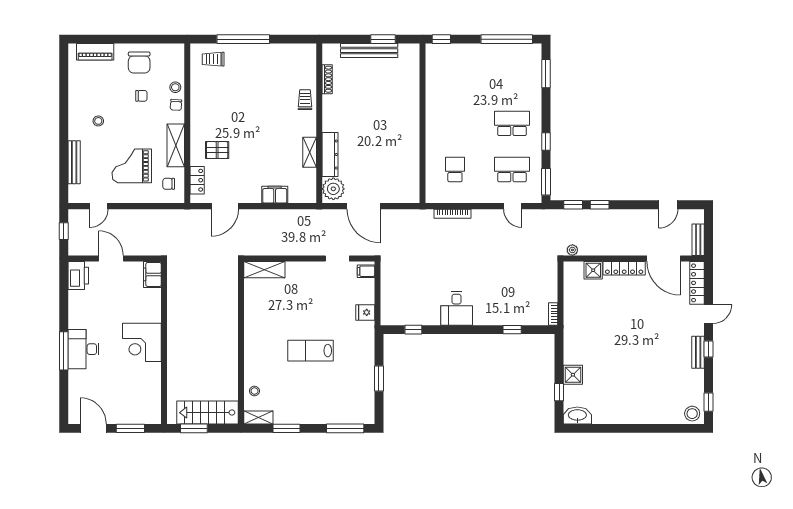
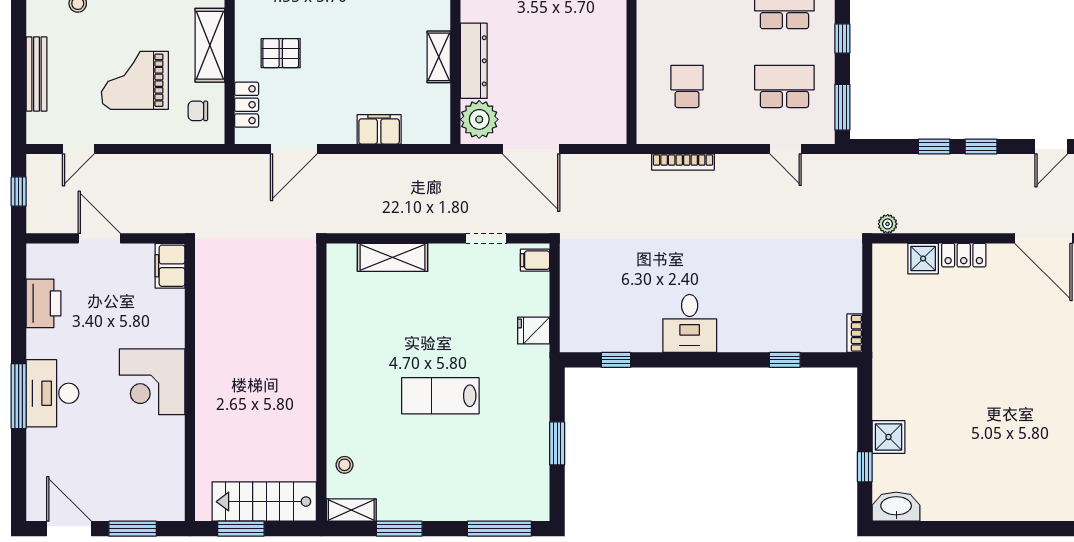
window: (573, 205) -> (981, 147), moved
locker: (624, 268) -> (964, 255), width x0.66
shelving: (264, 270) -> (393, 257), moved
printer: (78, 276) -> (43, 303), moved

